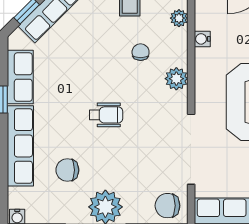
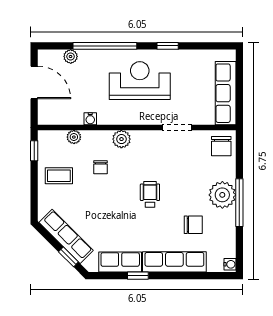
chair: (141, 52) -> (101, 167), turned -90
doorway: (191, 149) -> (177, 127), width x0.53
chair: (67, 170) -> (193, 225), turned -90

